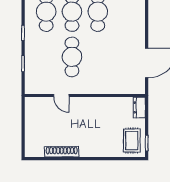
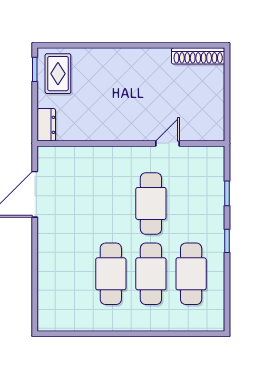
door: (61, 95) -> (167, 143), hinge flipped
shoe rack: (62, 152) -> (198, 56), moved

